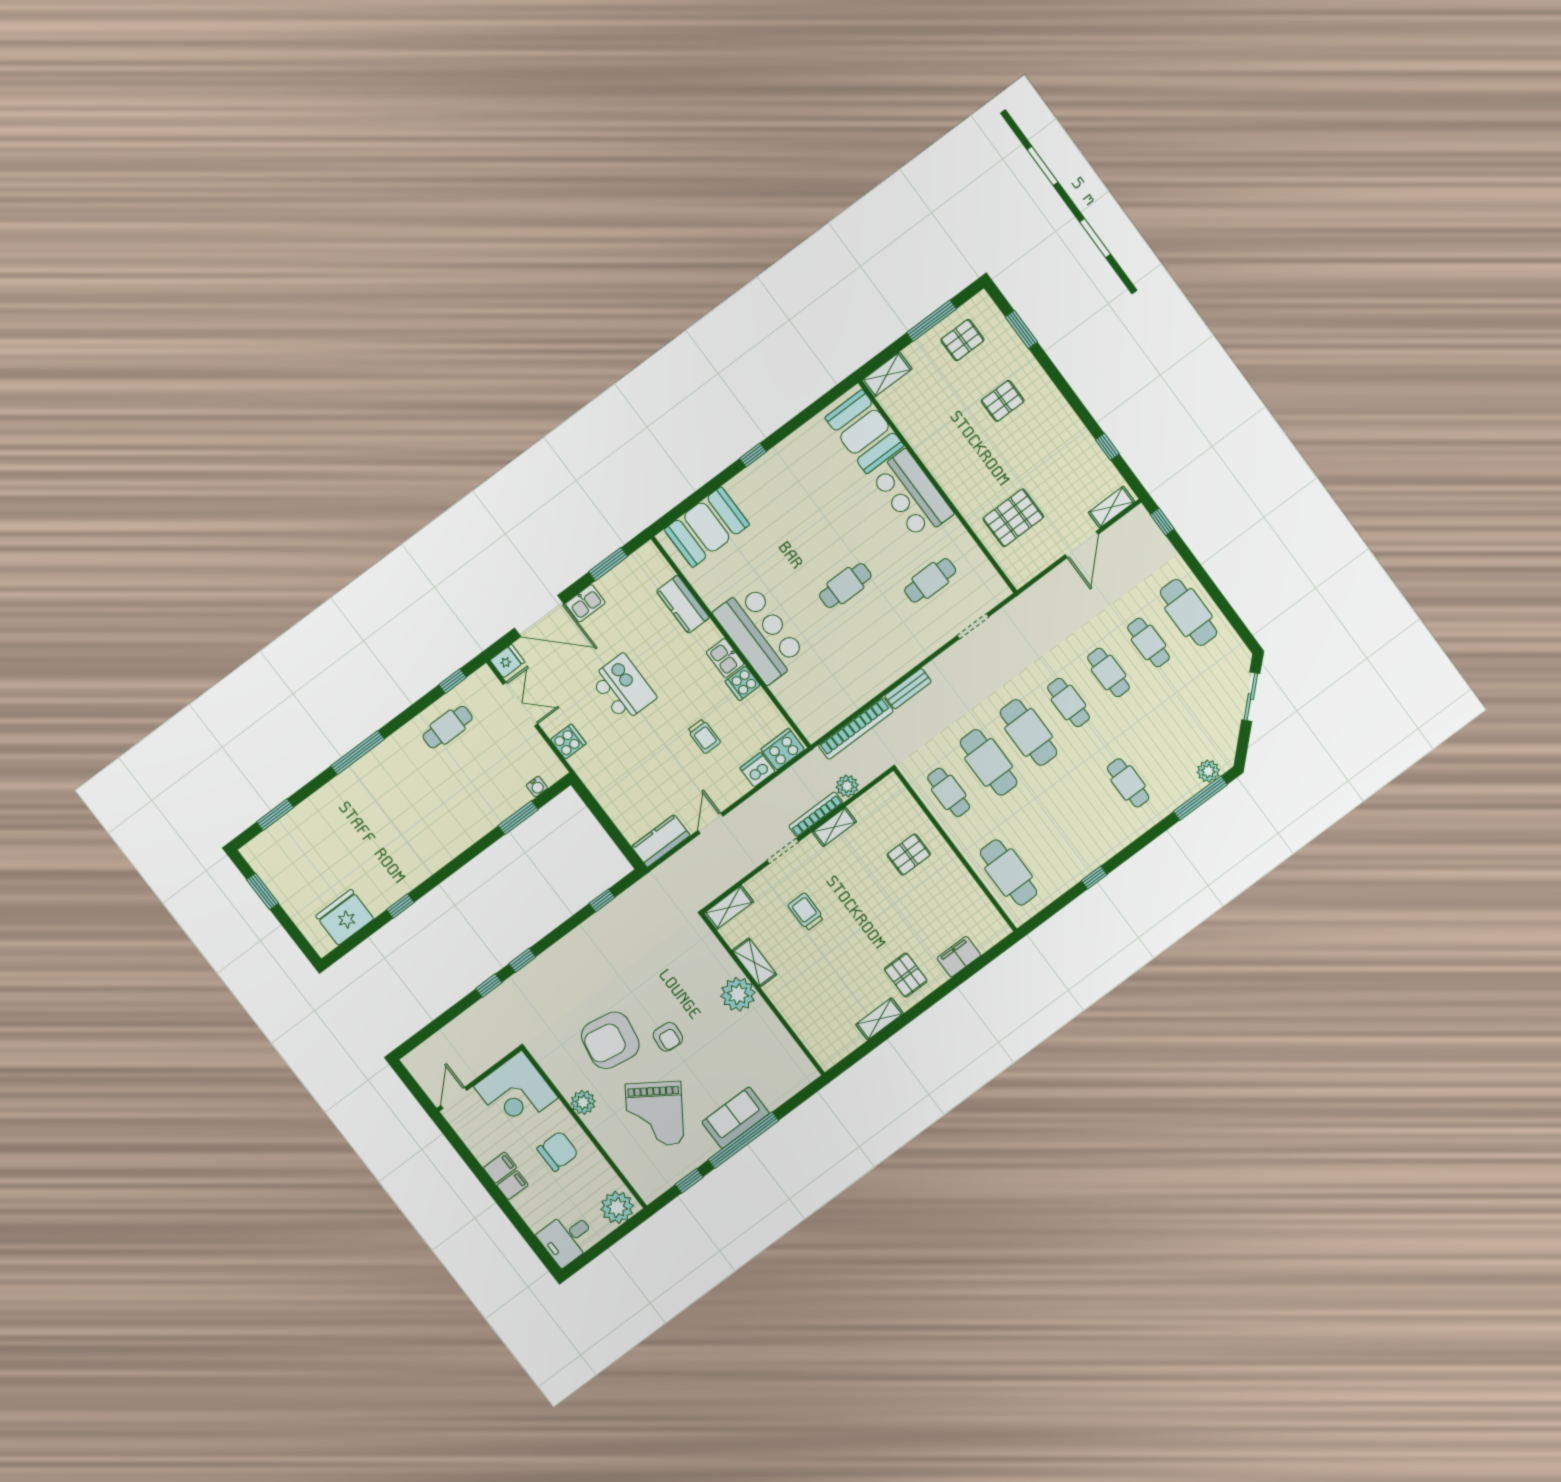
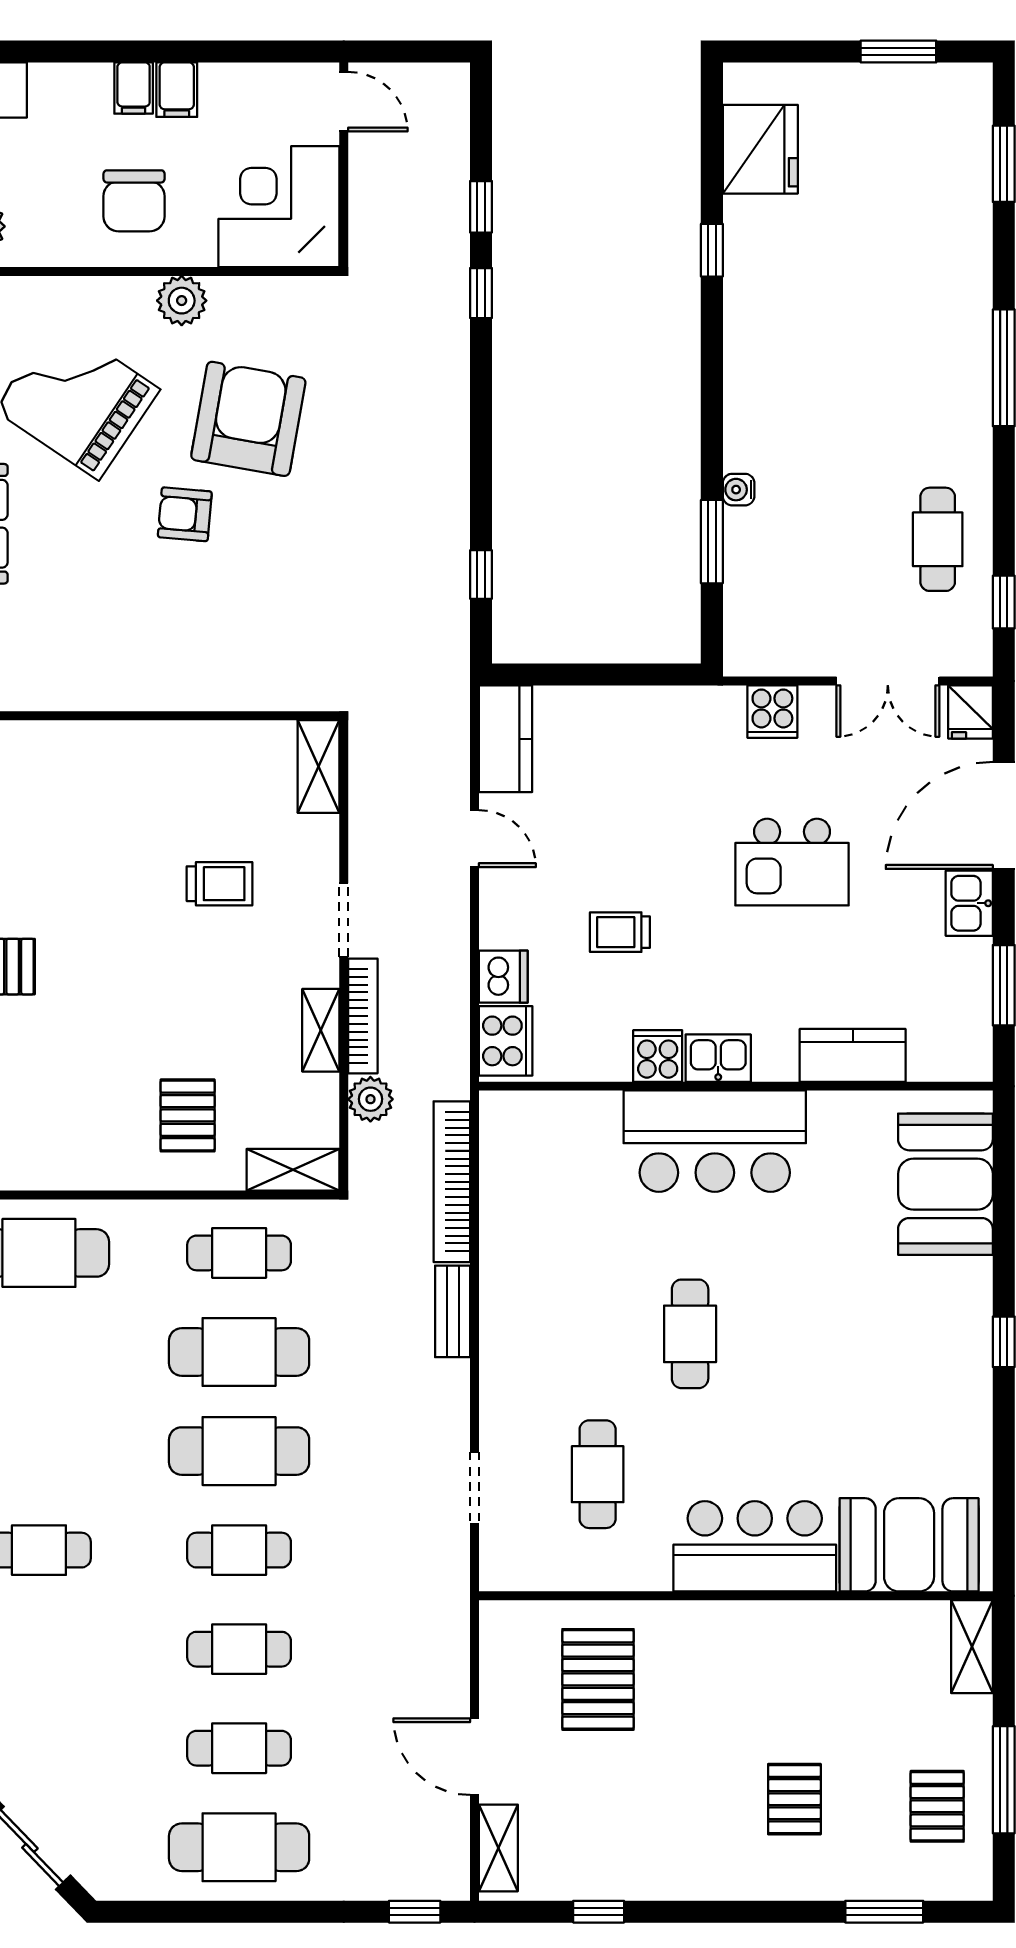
water cooler: (537, 787) -> (739, 490), moved
window: (522, 960) -> (481, 207), moved
shelving: (754, 962) -> (293, 1170), moved
plant: (738, 994) -> (169, 677), removed

